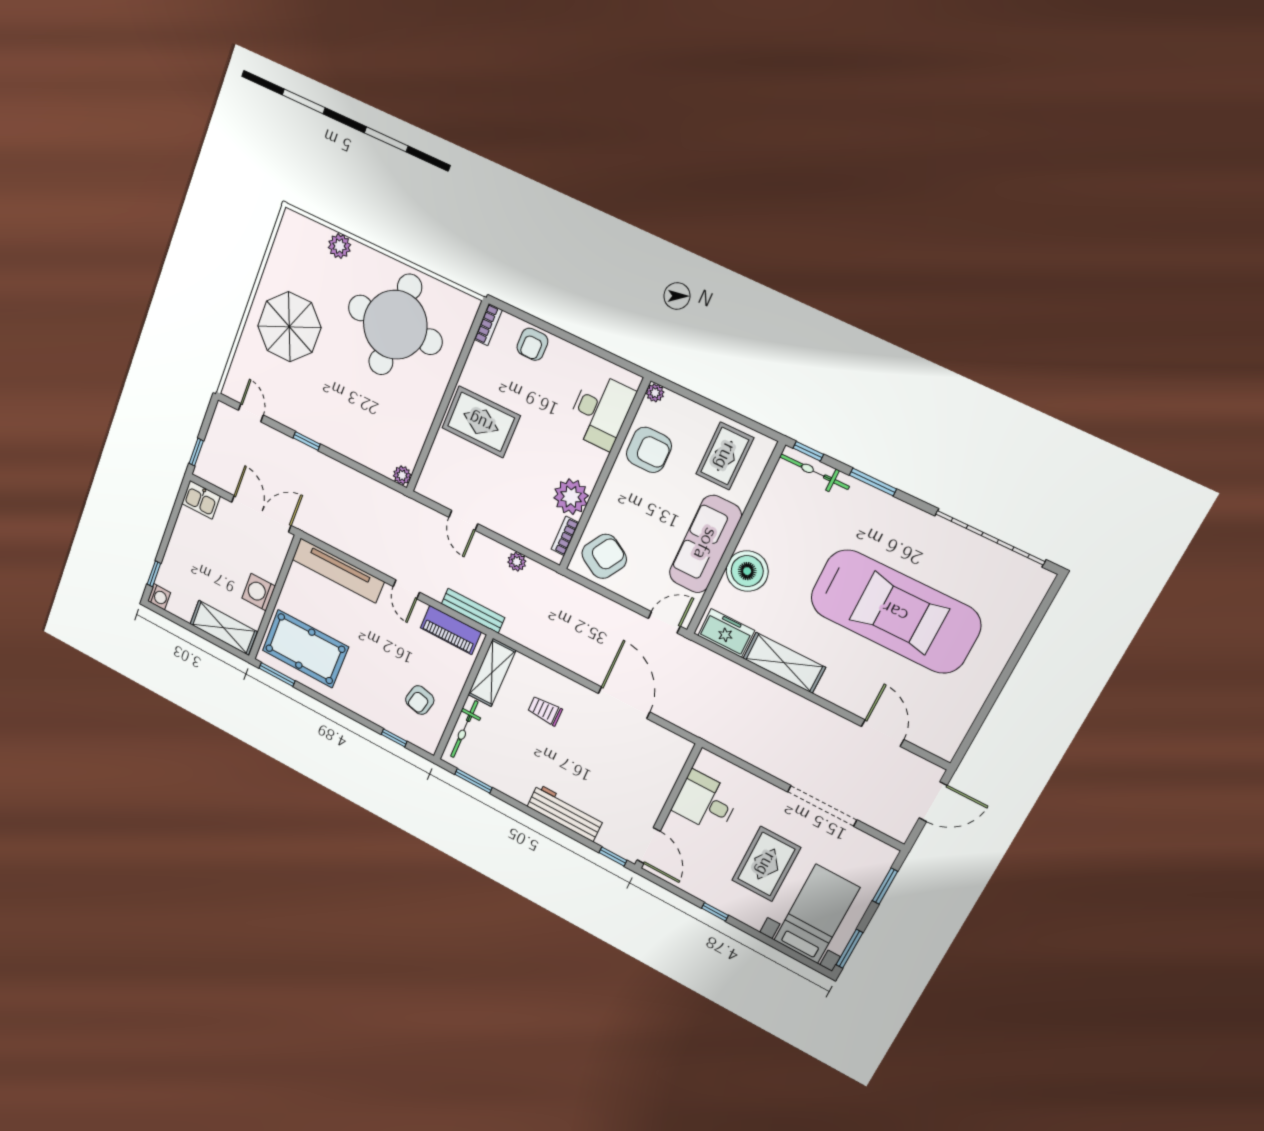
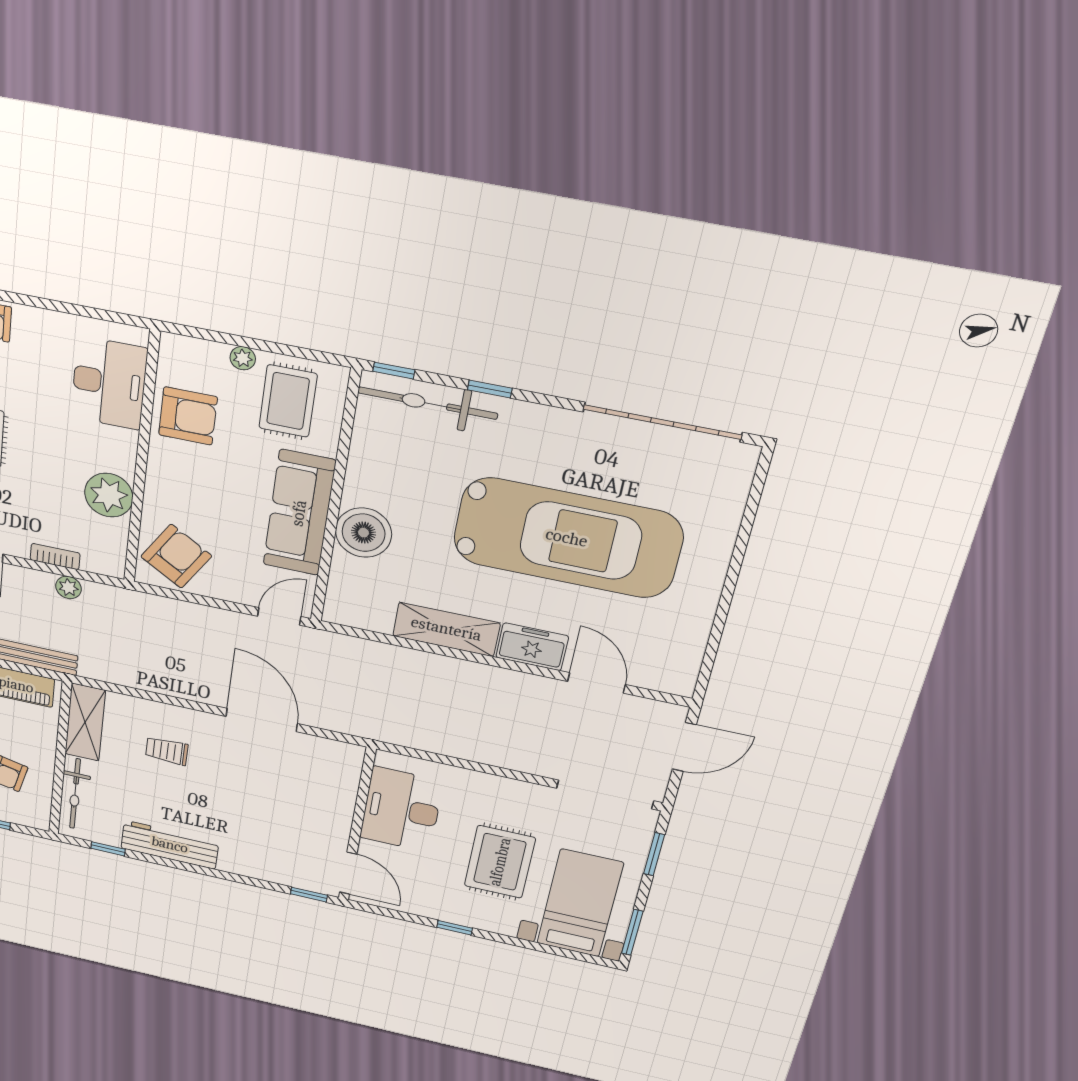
plant: (655, 393) -> (243, 358), moved
bicycle: (814, 472) -> (427, 403), width x1.37, depth x1.40
window: (873, 482) -> (490, 389), width x0.67
bookcase: (565, 536) -> (55, 557), moved, turned 90
freezer: (726, 633) -> (532, 647), moved
window: (473, 781) -> (108, 849), width x0.67
desk: (705, 802) -> (401, 809), width x1.37
doorway: (822, 806) -> (605, 795), moved
workbench: (565, 813) -> (170, 845), moved

